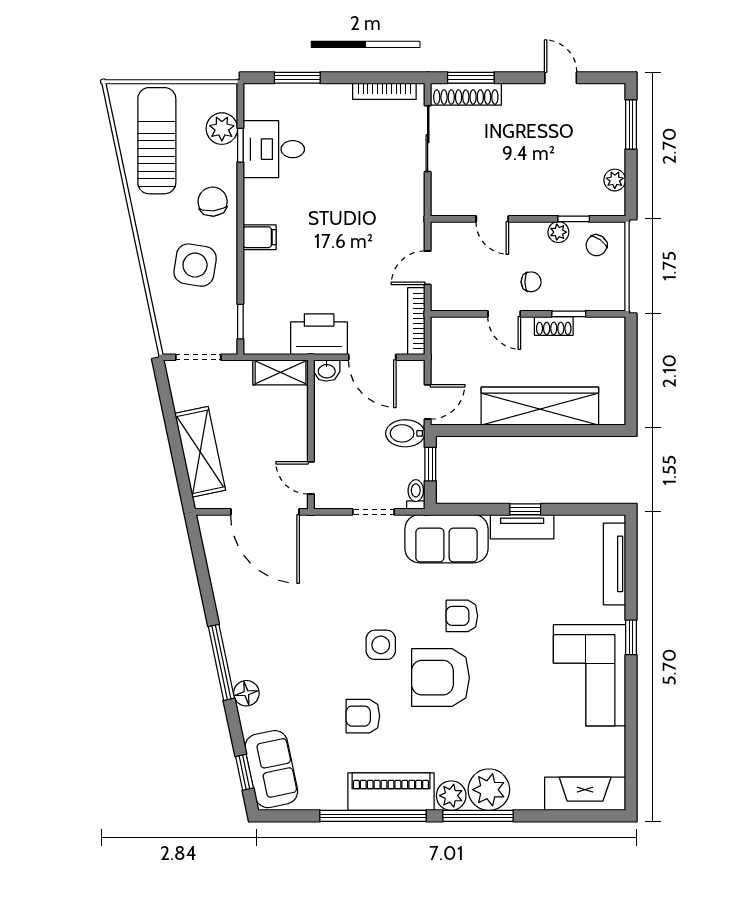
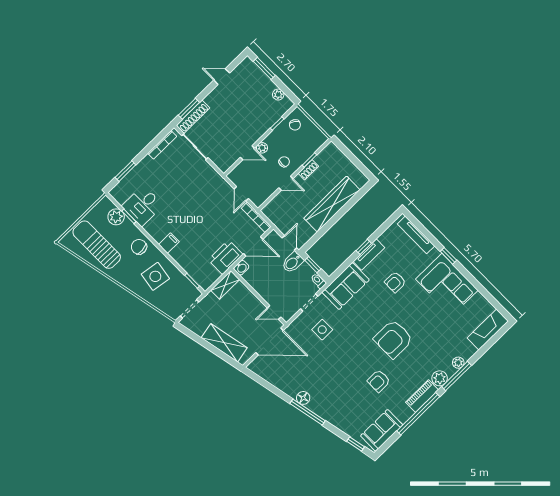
plant: (558, 232) -> (262, 148), moved
armchair: (462, 616) -> (395, 282), moved
side table: (381, 645) -> (322, 330), moved
floor lamp: (246, 693) -> (303, 398), moved
sofa: (271, 769) -> (382, 430), moved, turned -78
plant: (489, 790) -> (458, 363), width x0.53, depth x0.53
piano: (391, 792) -> (422, 396), width x0.73, depth x0.75

